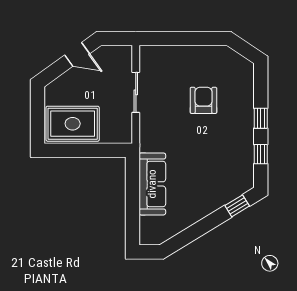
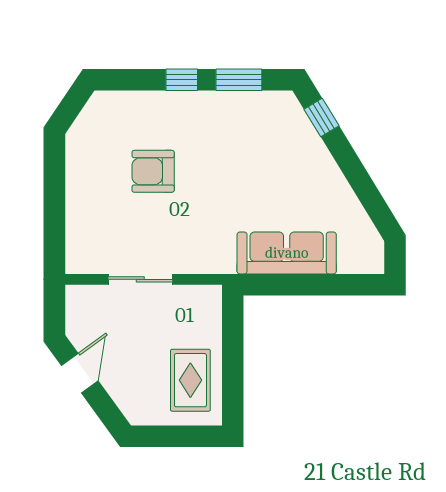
rug: (73, 124) -> (190, 380), width x0.73, depth x0.70
window: (261, 154) -> (239, 80), width x1.50

